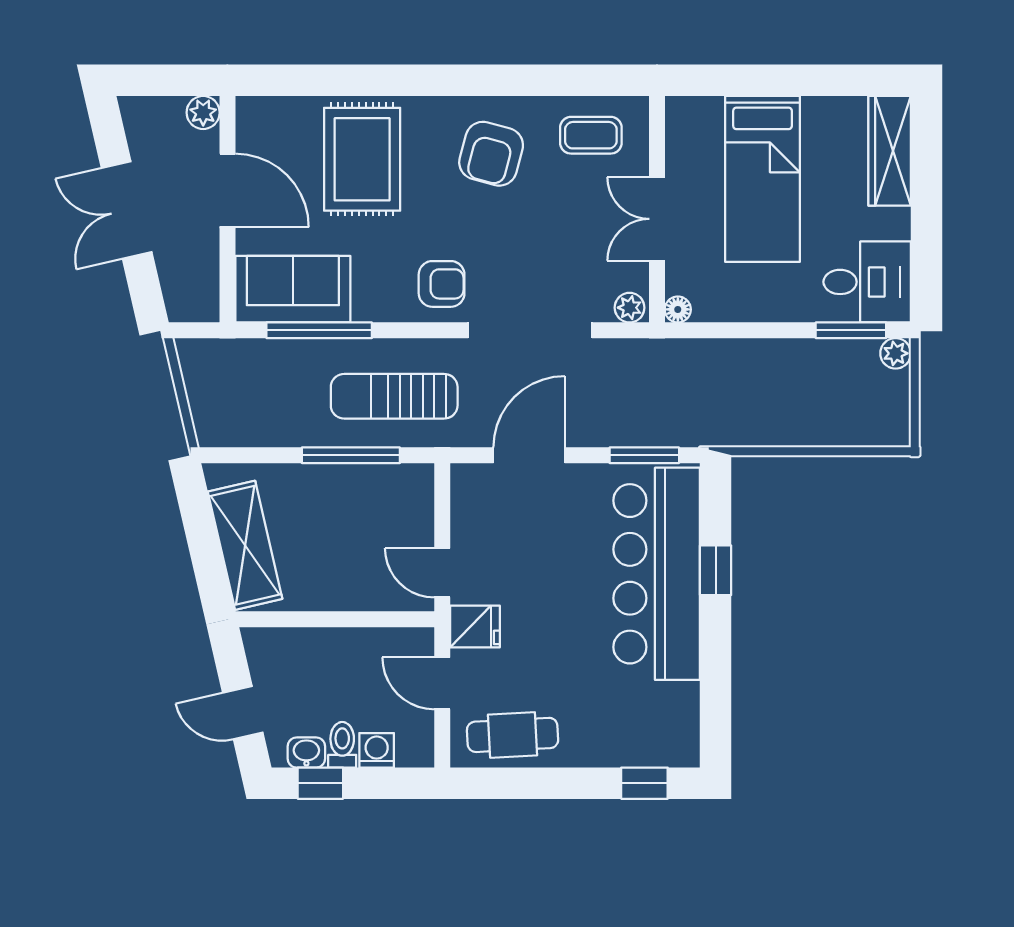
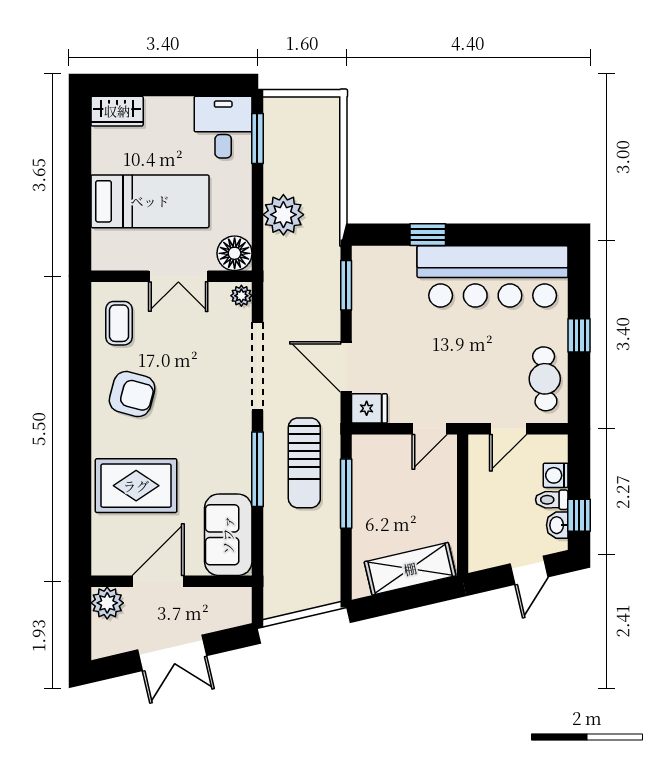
plant: (203, 113) -> (107, 603), width x1.38, depth x1.38
wardrobe: (890, 151) -> (117, 111), width x0.67
armchair: (442, 284) -> (225, 429), removed
floor lamp: (678, 309) -> (235, 253), width x1.89, depth x1.89
window: (319, 330) -> (257, 469), moved
plant: (896, 353) -> (283, 215), moved, width x1.88, depth x1.88
bar counter: (657, 574) -> (493, 276), moved
fridge: (475, 627) -> (369, 408), moved, turned 90
window: (644, 783) -> (579, 335), moved

